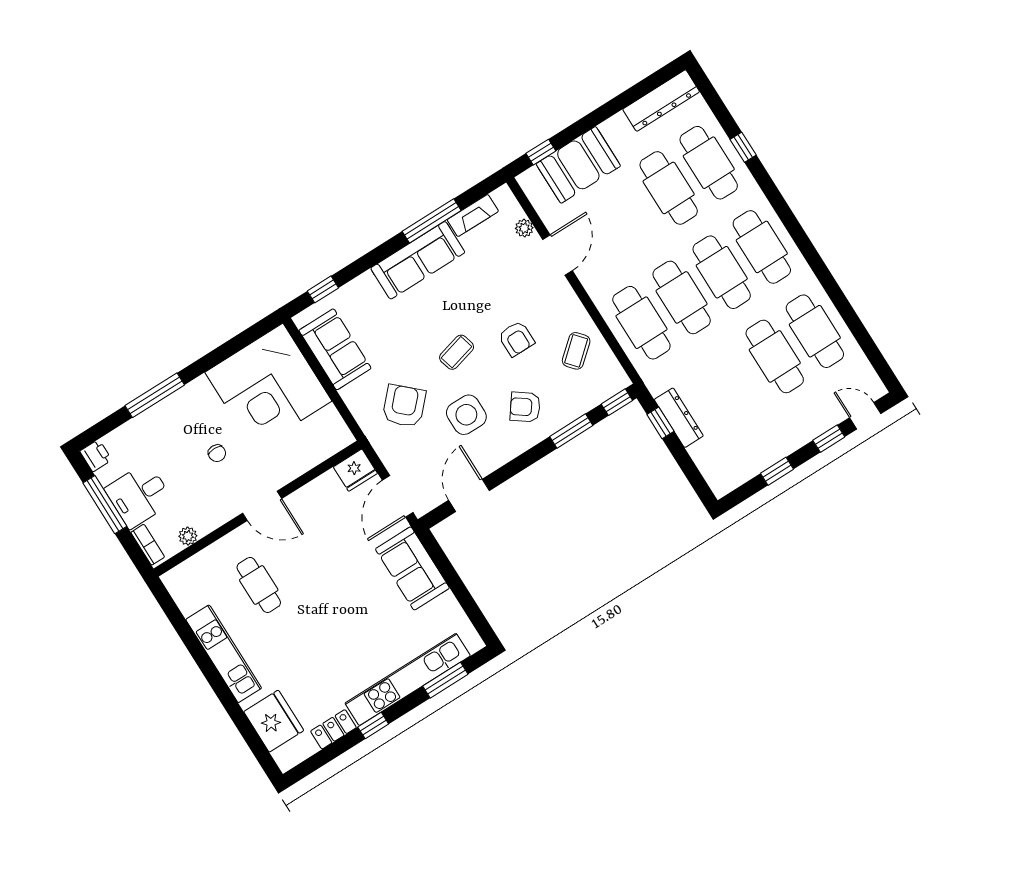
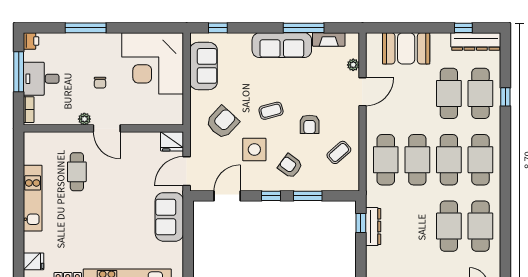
window: (541, 152) -> (463, 28), moved
window: (617, 402) -> (271, 196), moved
plant: (188, 536) -> (84, 119), moved
fridge: (274, 721) -> (34, 261), width x0.53, depth x0.75

